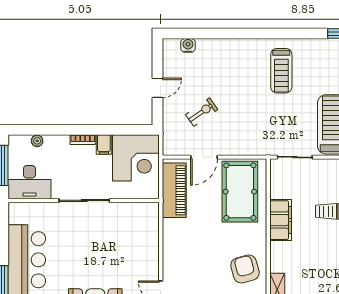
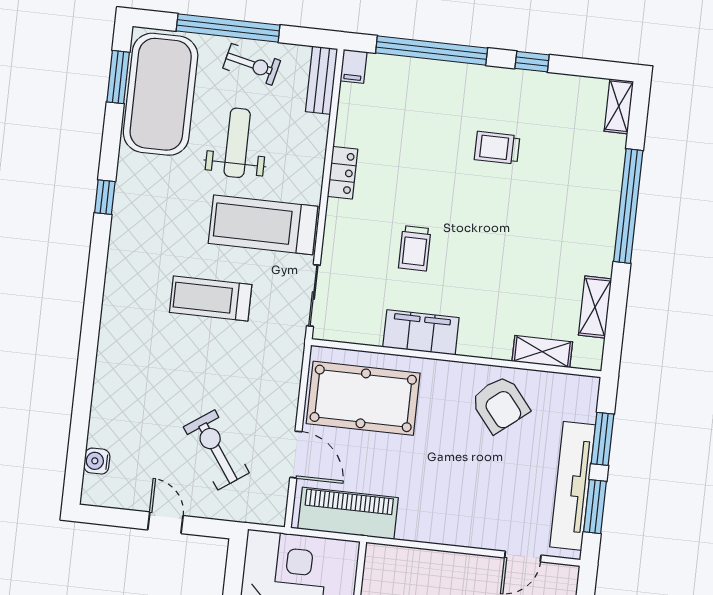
treadmill: (281, 71) -> (211, 298), moved, turned 180
exercise bike: (202, 112) -> (216, 450), width x1.38, depth x1.39
armchair: (245, 269) -> (500, 404), turned -114

